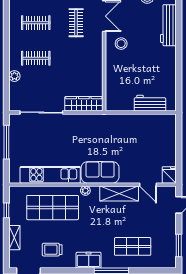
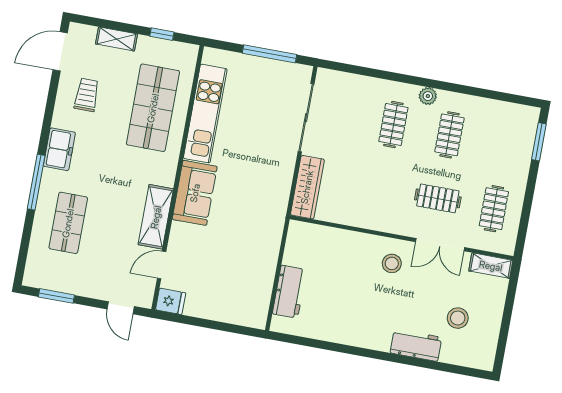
workbench: (168, 25) -> (416, 345), width x0.73
plant: (14, 76) -> (428, 96), moved
plant: (85, 191) -> (170, 164), removed

